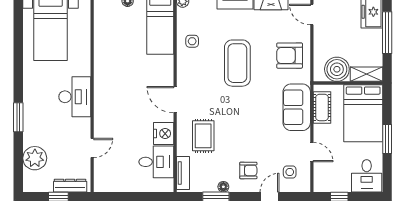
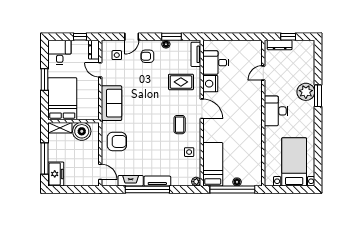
coffee table: (237, 63) -> (180, 125), moved, width x0.54, depth x0.58
cot: (322, 107) -> (93, 103), removed
rug: (203, 136) -> (181, 82), turned 90
plant: (35, 158) -> (306, 92), moved
dresser: (321, 179) -> (94, 50), added

